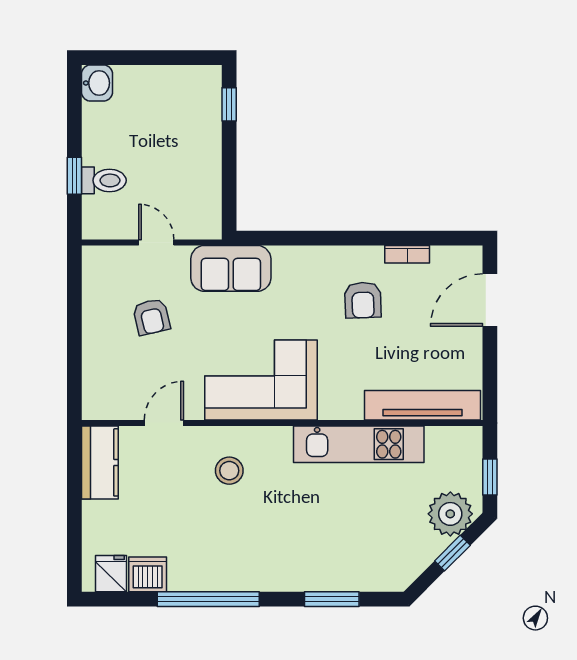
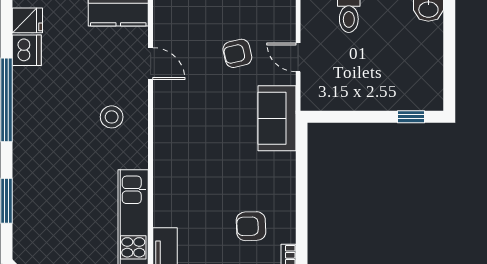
door: (156, 242) -> (298, 57), swing flipped
corner sofa: (261, 380) -> (186, 143), removed

